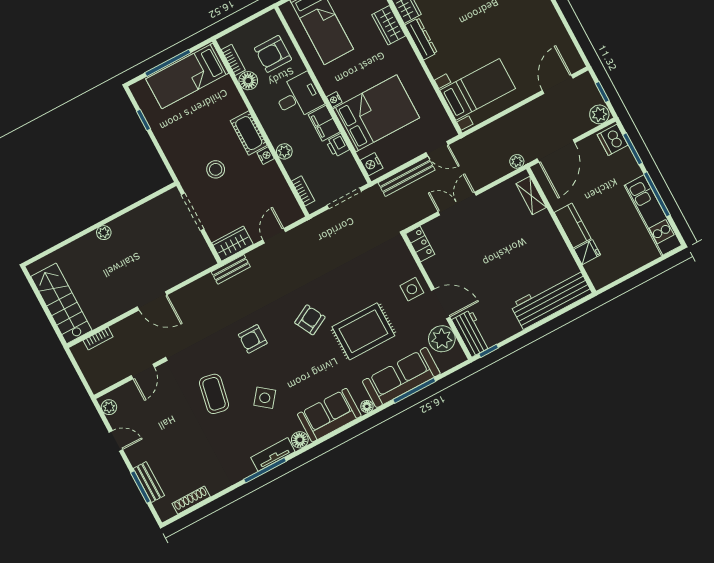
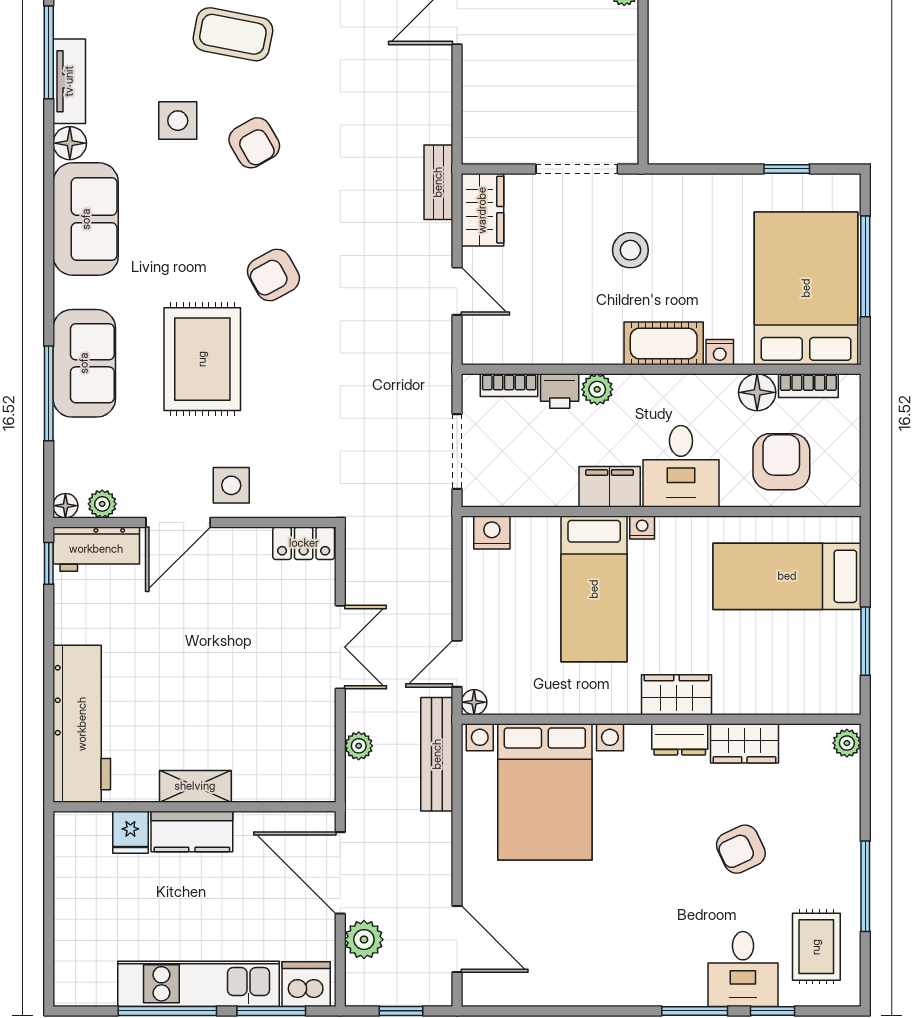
wardrobe: (389, 25) -> (677, 695), moved
dresser: (421, 39) -> (680, 739), width x0.70
bed: (187, 76) -> (806, 288), width x1.50
bed with nightstands: (478, 89) -> (545, 792), width x1.36
bed: (376, 113) -> (594, 589), width x0.67
plant: (599, 114) -> (364, 940), moved
floor lamp: (450, 132) -> (474, 702), added
printer: (338, 145) -> (560, 391), moved, turned 180
nightstand: (266, 156) -> (720, 352), moved
plant: (517, 161) -> (359, 746), moved
bench: (407, 176) -> (437, 754), moved
shelving: (531, 195) -> (195, 786), moved
kitchen unit: (653, 215) -> (199, 984), moved
armchair: (310, 320) -> (273, 275), turned 89
armchair: (253, 339) -> (254, 143), moved, turned 150
plant: (442, 339) -> (102, 504), width x0.53, depth x0.53
sofa: (401, 377) -> (84, 363), width x0.73
side table: (265, 398) -> (178, 121), turned -38
floor lamp: (367, 406) -> (65, 506), moved

